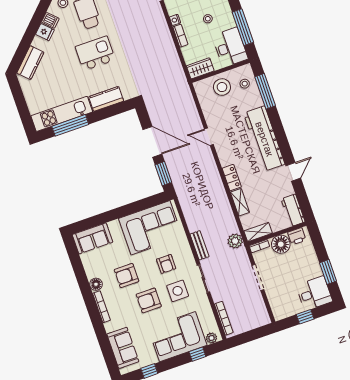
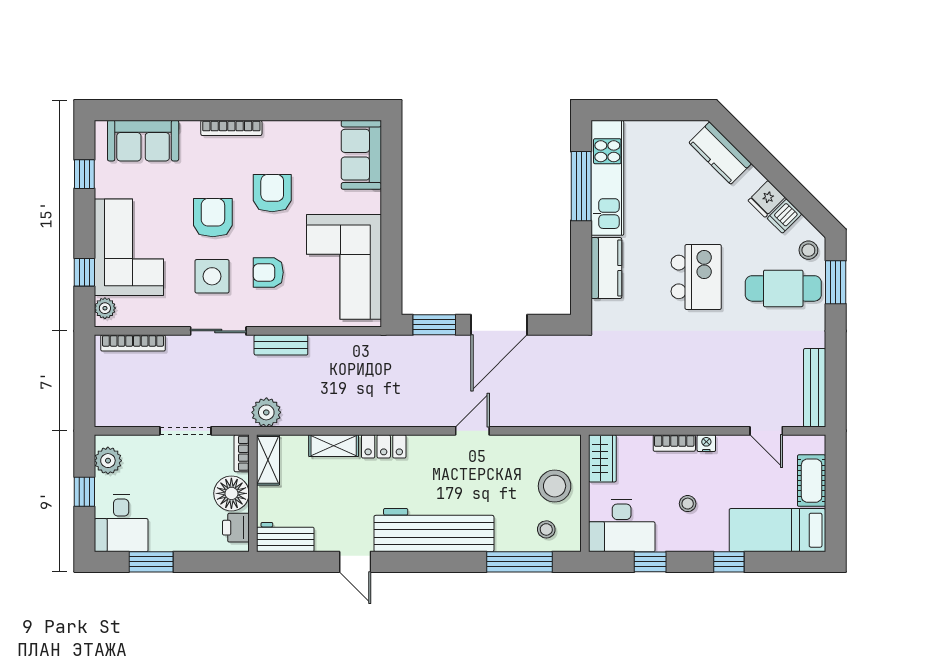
window: (243, 27) -> (650, 562), width x0.46
floor lamp: (96, 284) -> (276, 132), removed
plant: (286, 310) -> (108, 461), added

